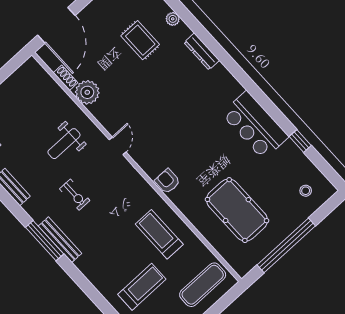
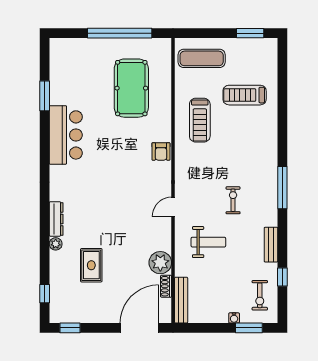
plant: (173, 19) -> (56, 244), moved
window: (300, 141) -> (45, 96), width x1.50
stool: (306, 191) -> (72, 58), removed
bench: (60, 240) -> (181, 300), moved

